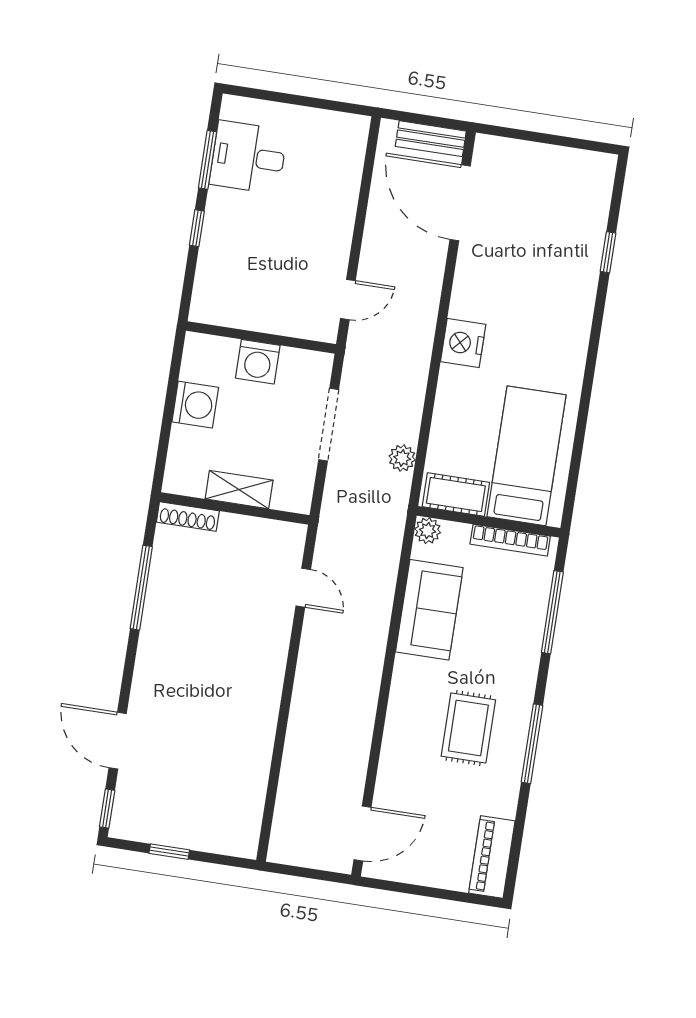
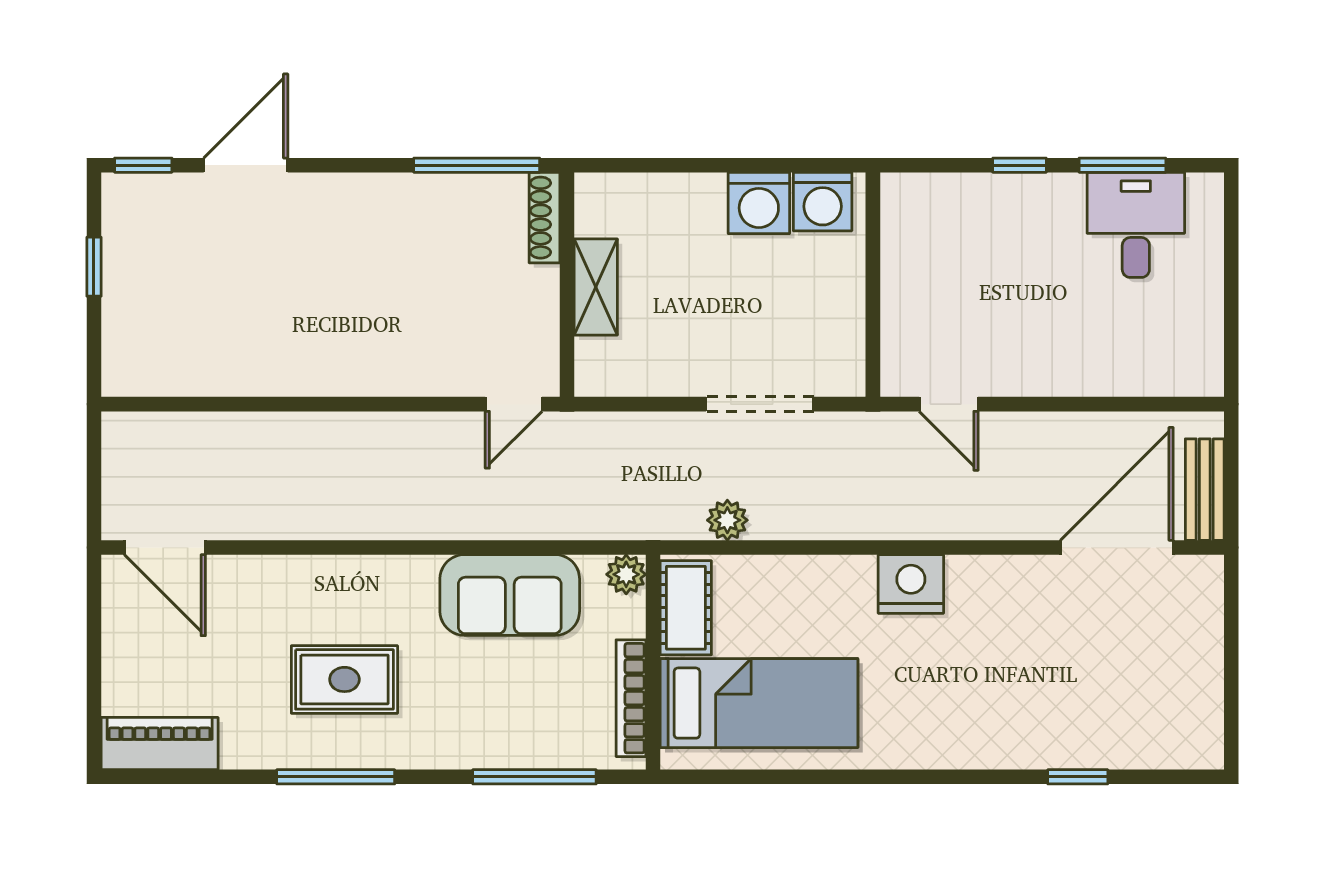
washing machine: (258, 362) -> (823, 202), moved, turned -90
shelving: (239, 490) -> (596, 287), moved
wall: (235, 508) -> (567, 285), moved
shoe rack: (188, 516) -> (545, 218), moved

